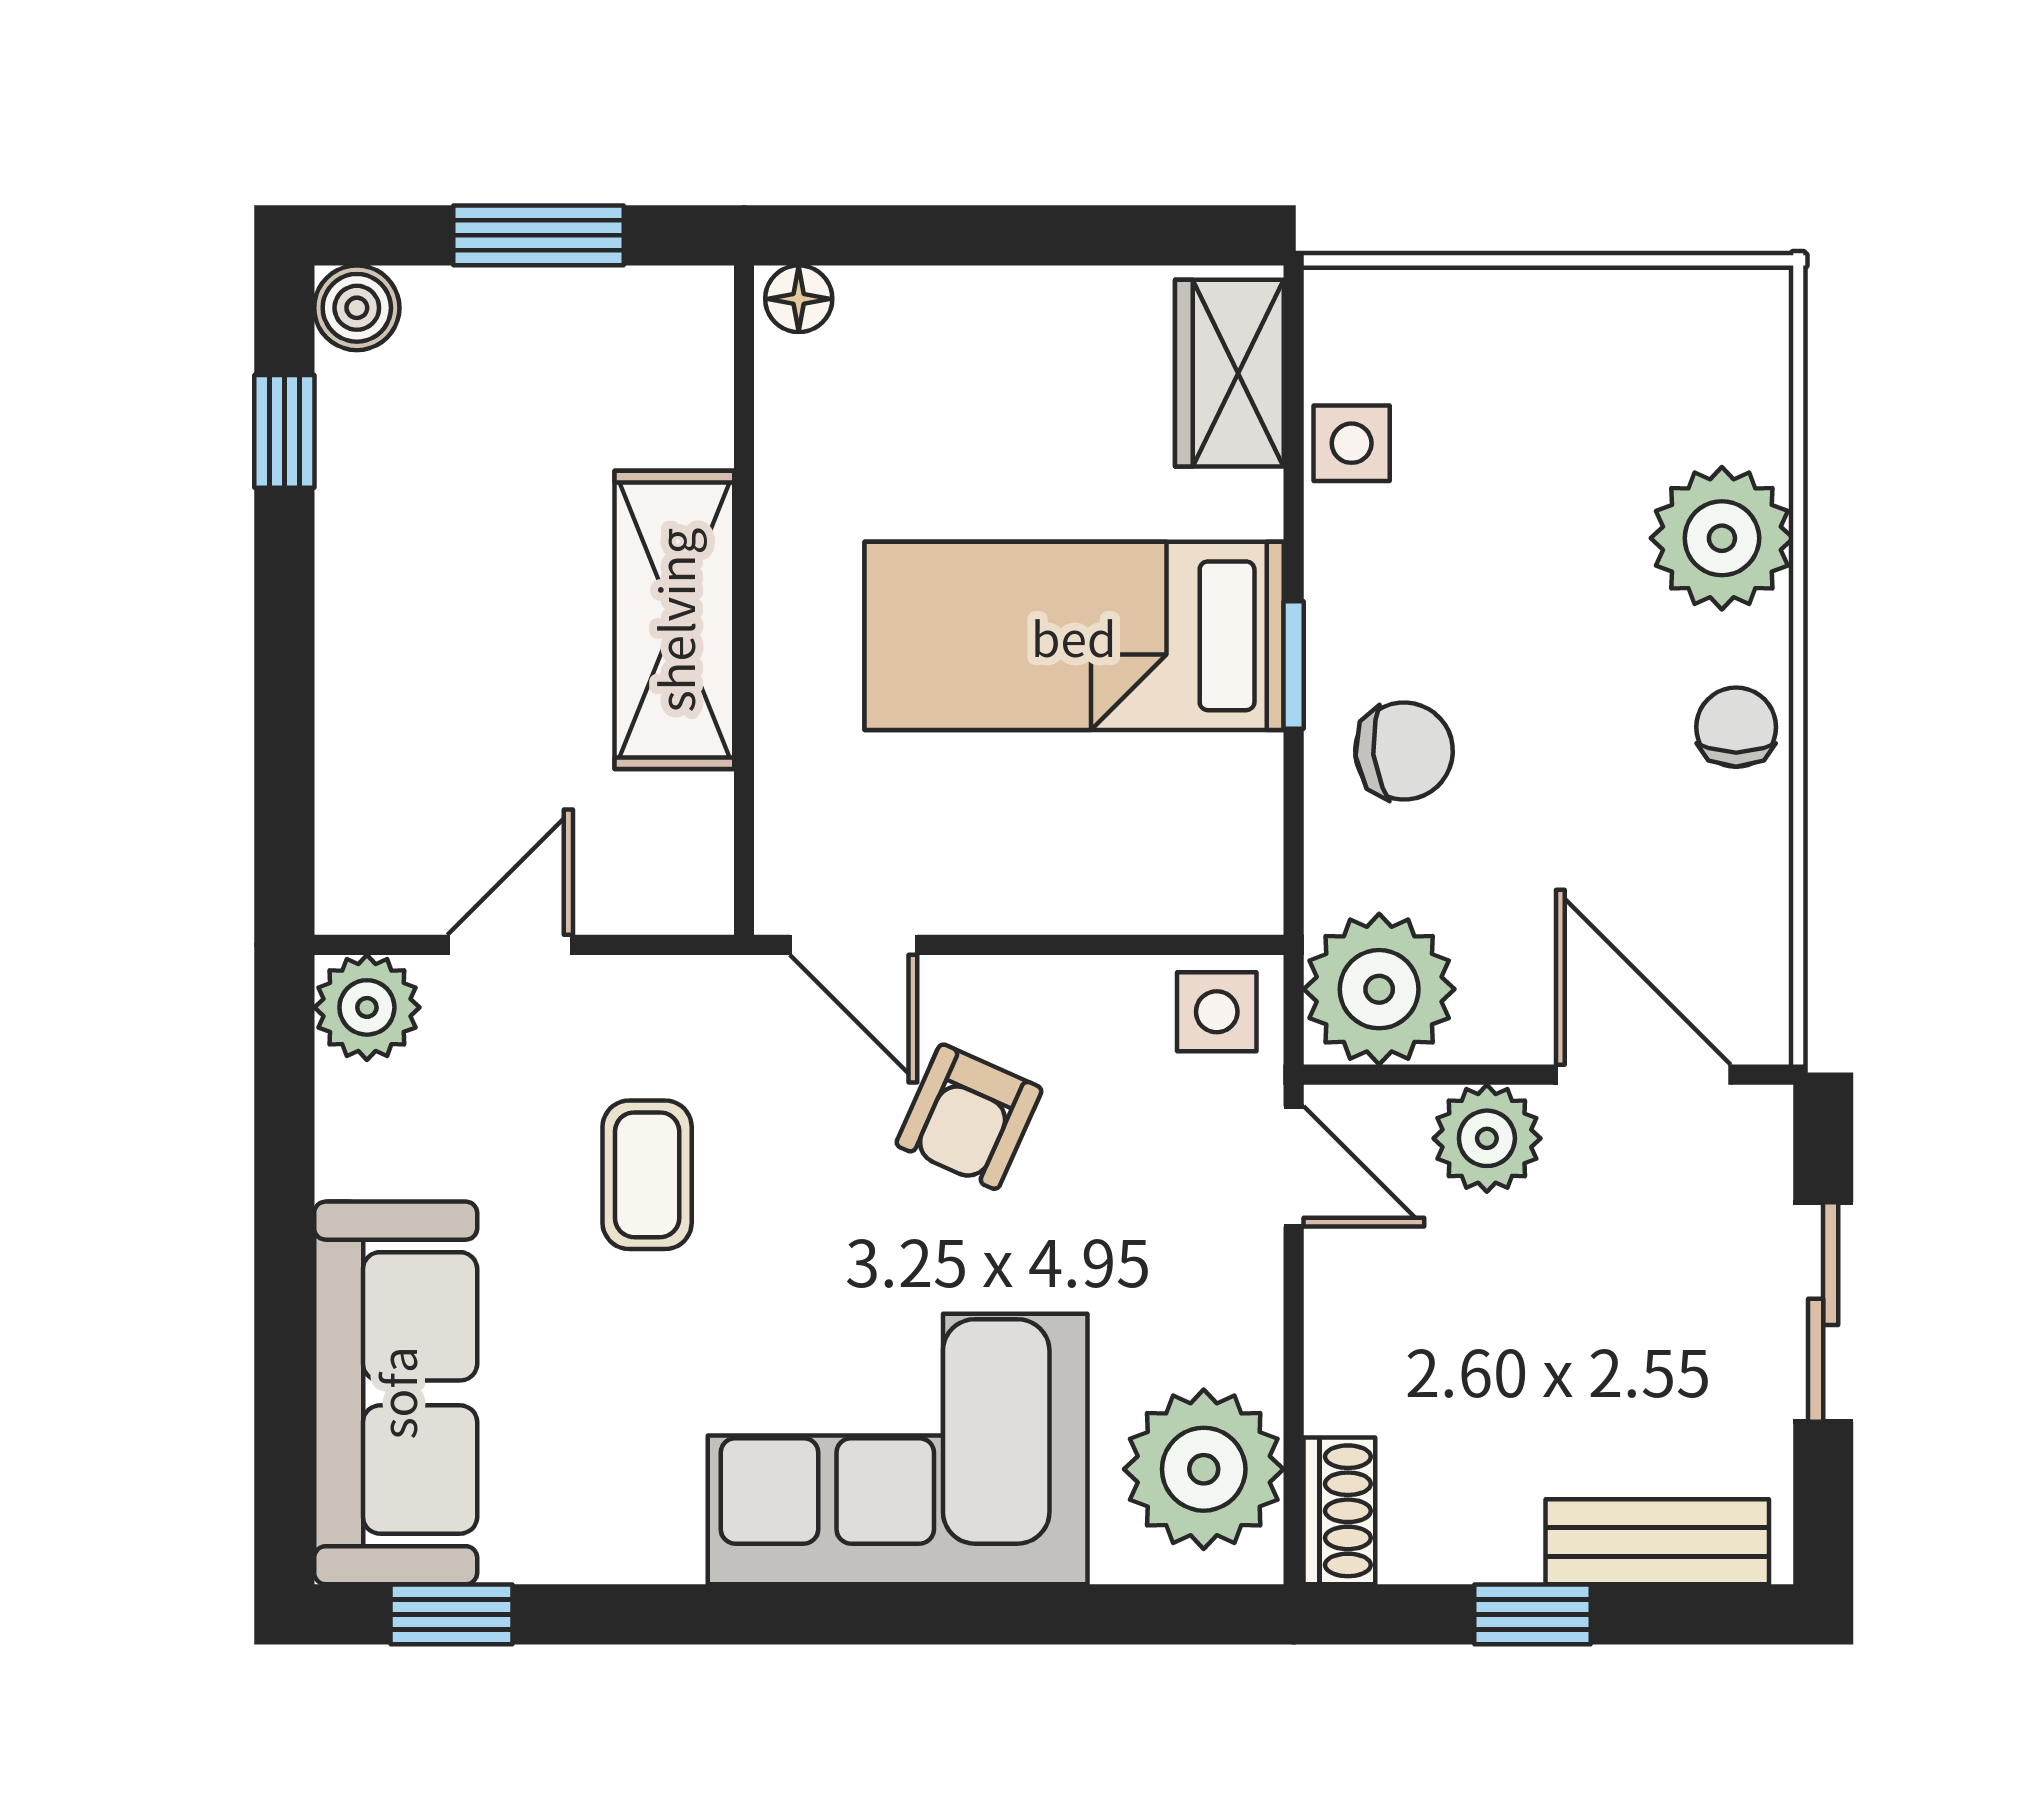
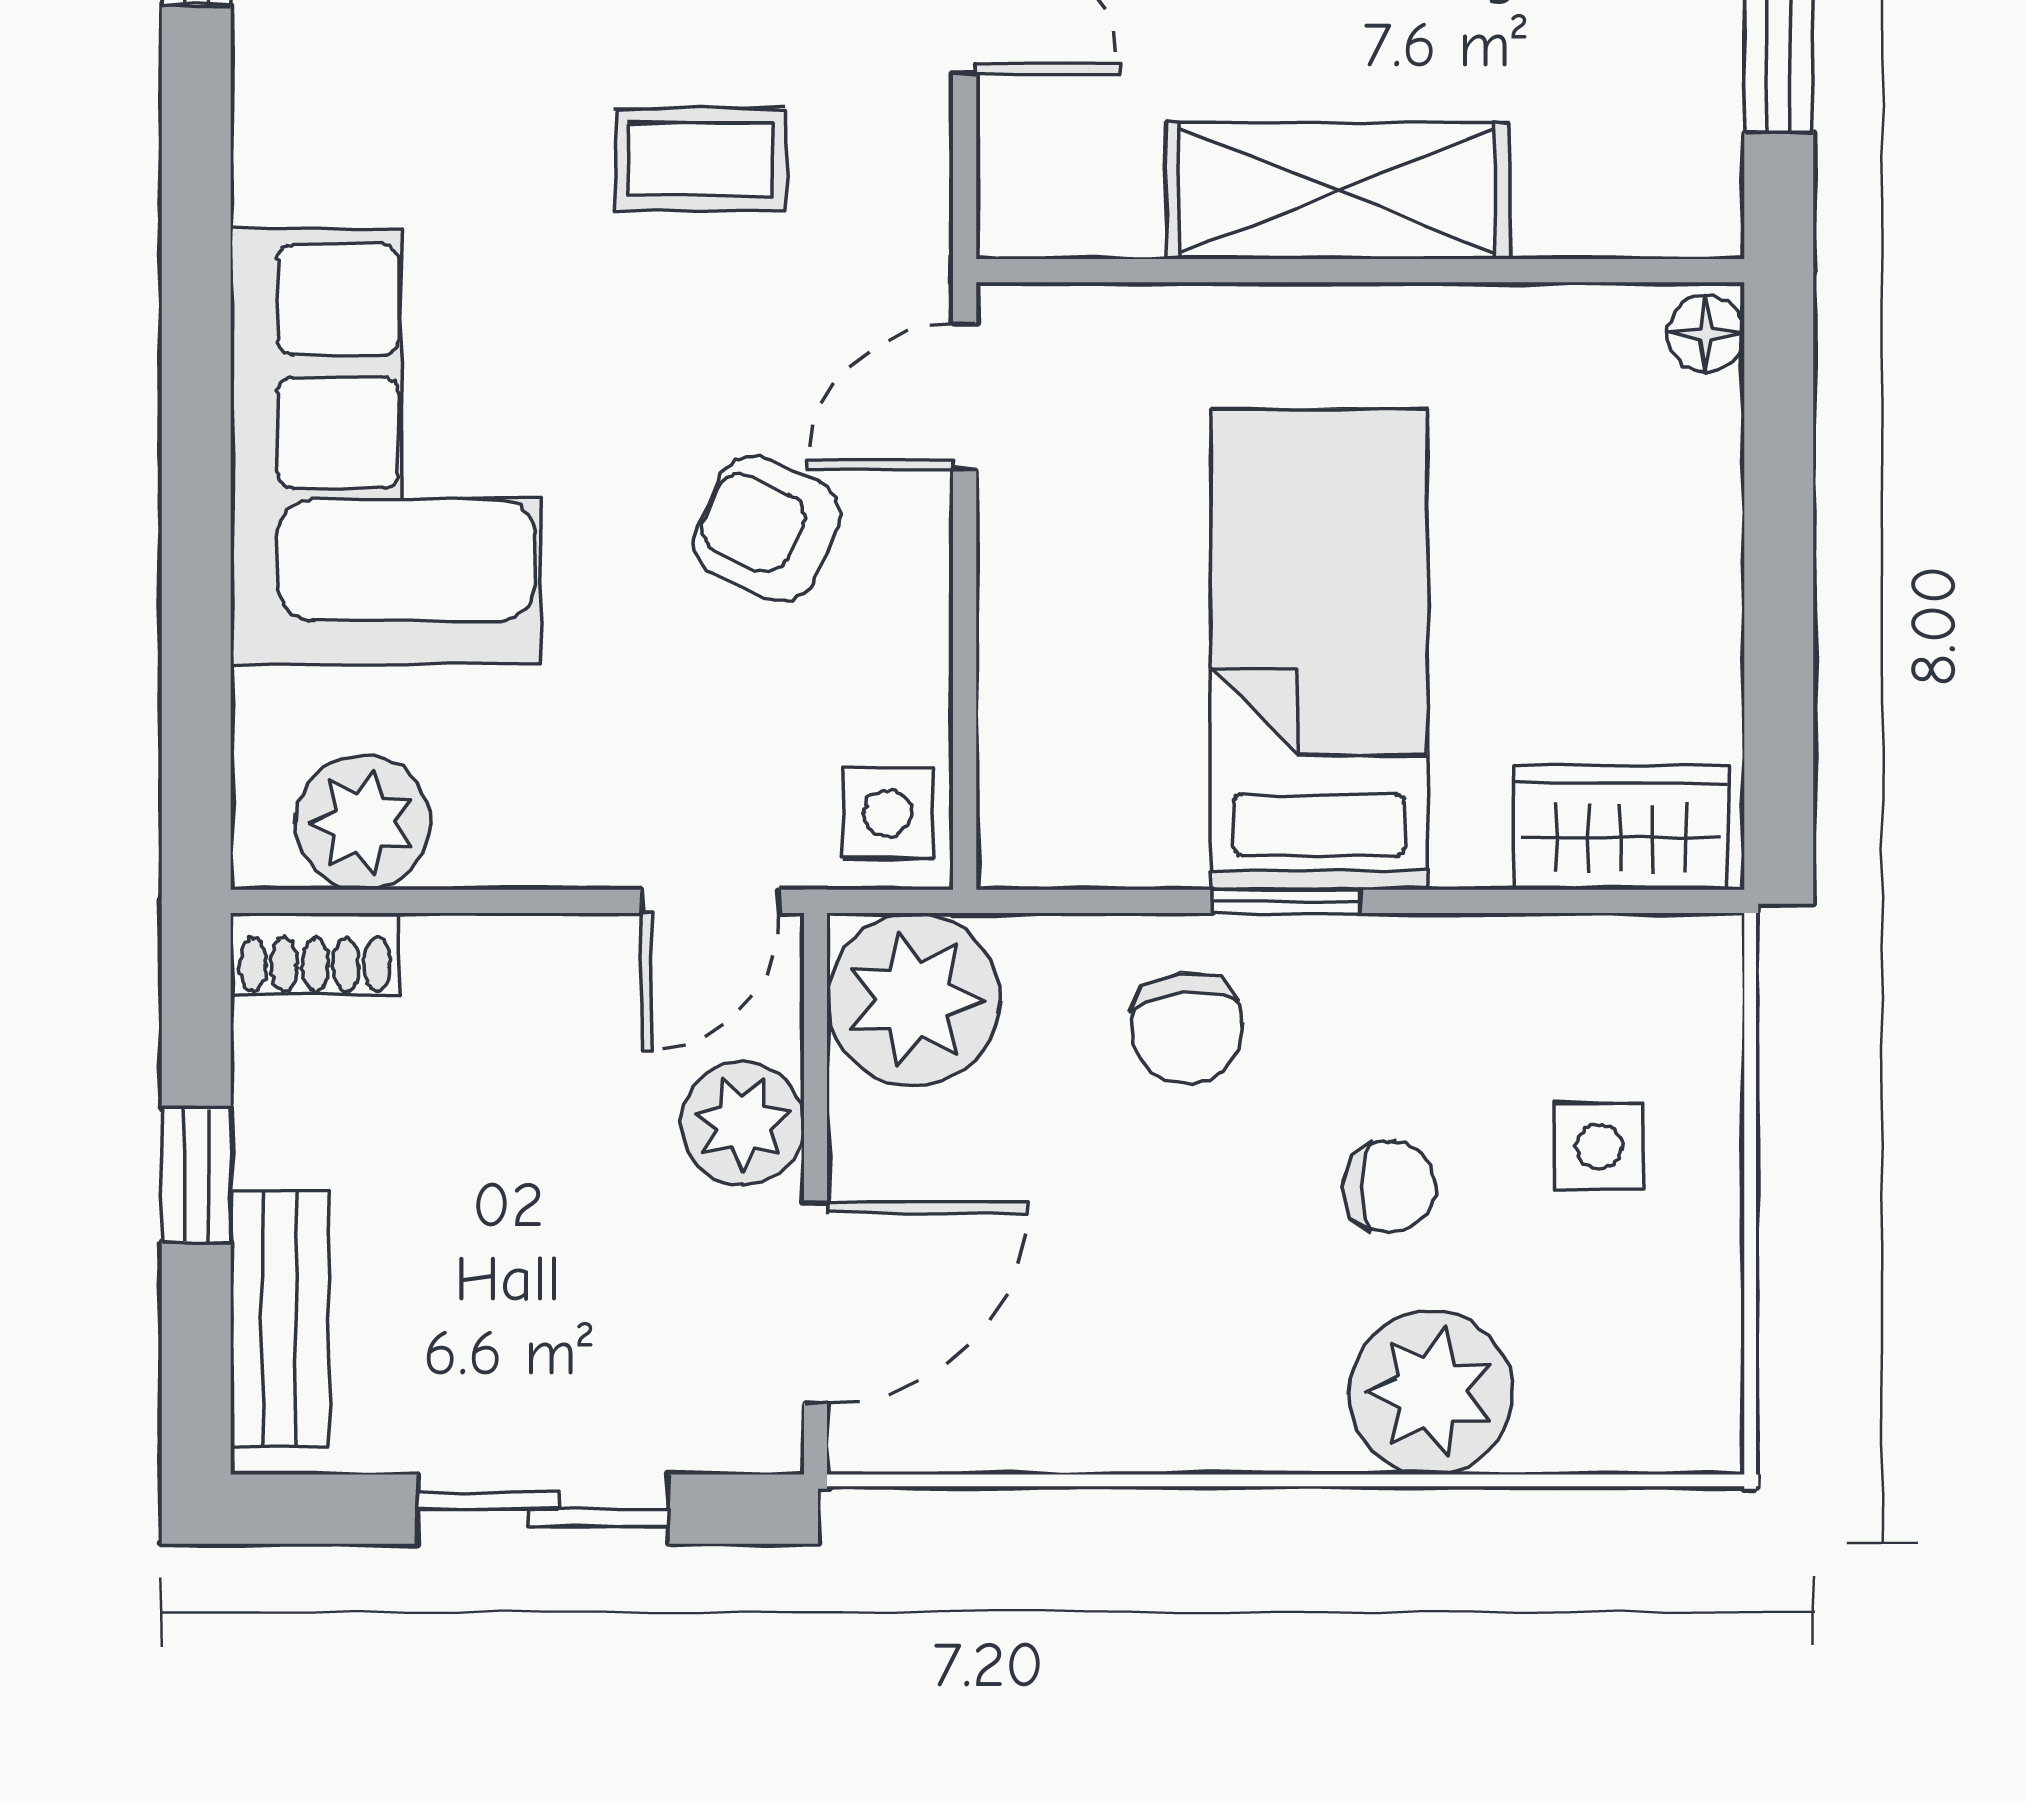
side table: (1352, 443) -> (1599, 1146), moved
chair: (1736, 727) -> (1389, 1187), moved
plant: (1204, 1469) -> (363, 823), width x0.73, depth x0.73

